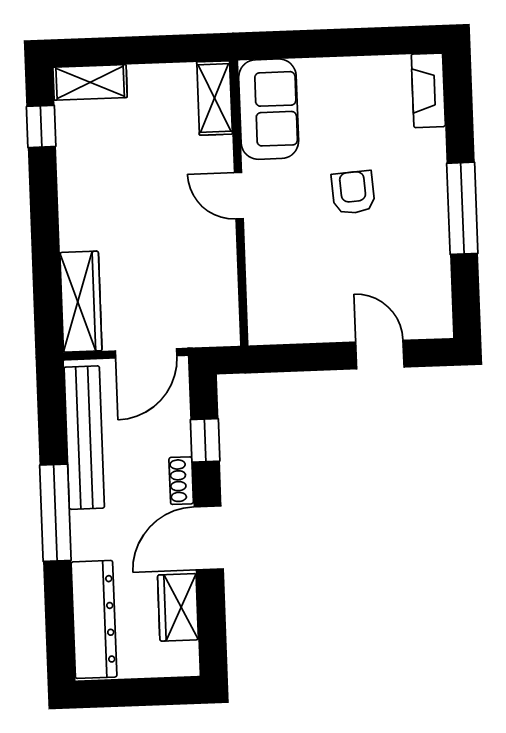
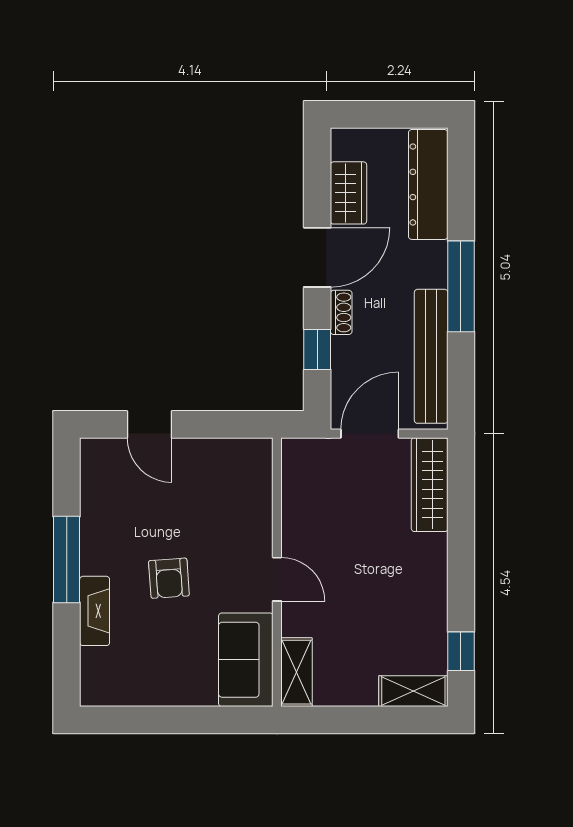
fireplace: (428, 90) -> (95, 611), moved

